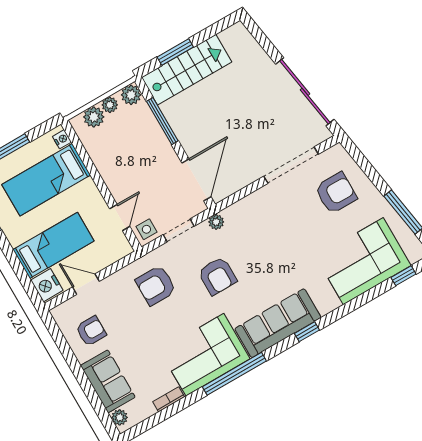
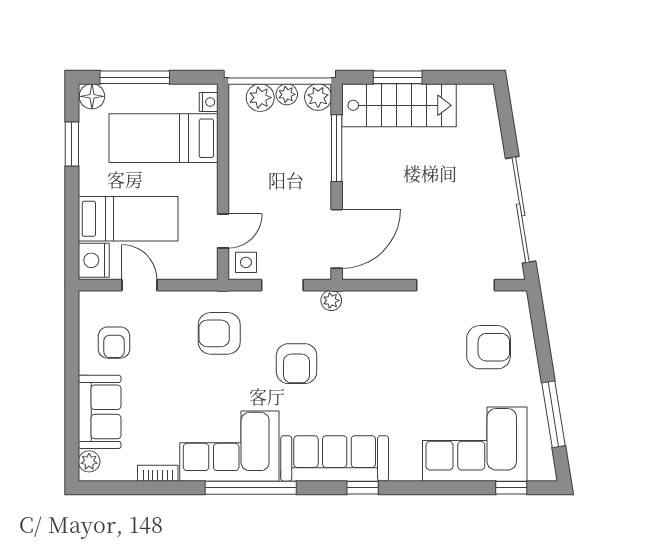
armchair: (91, 331) -> (114, 343), turned 90

